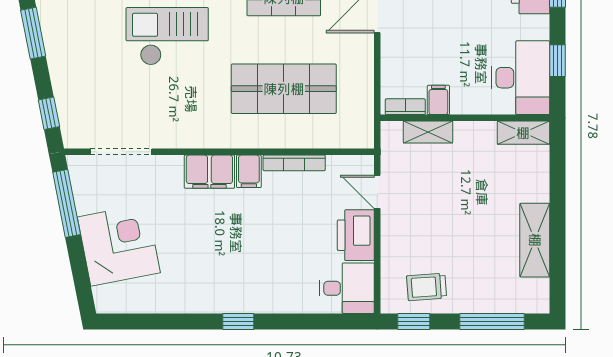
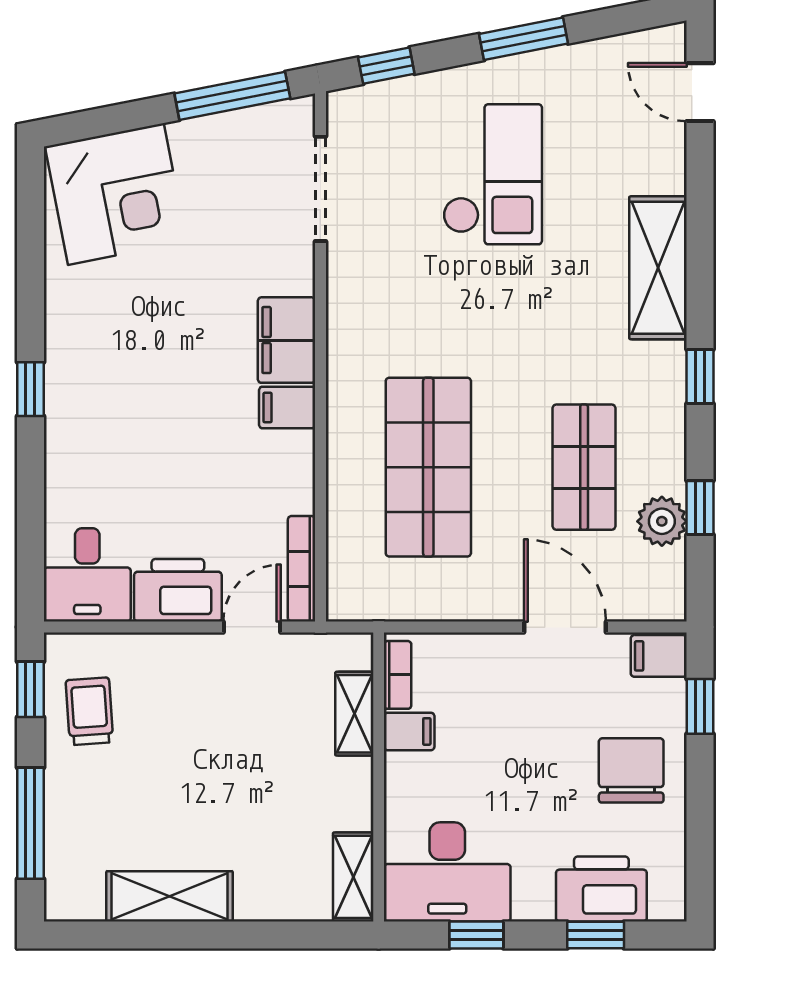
checkout: (167, 36) -> (493, 174), moved
bookcase: (294, 163) -> (302, 569), moved
corner desk: (119, 245) -> (116, 194), moved

